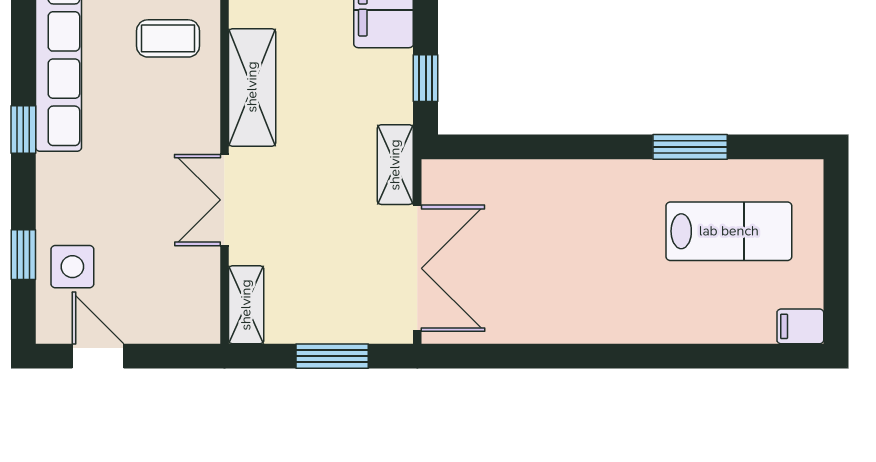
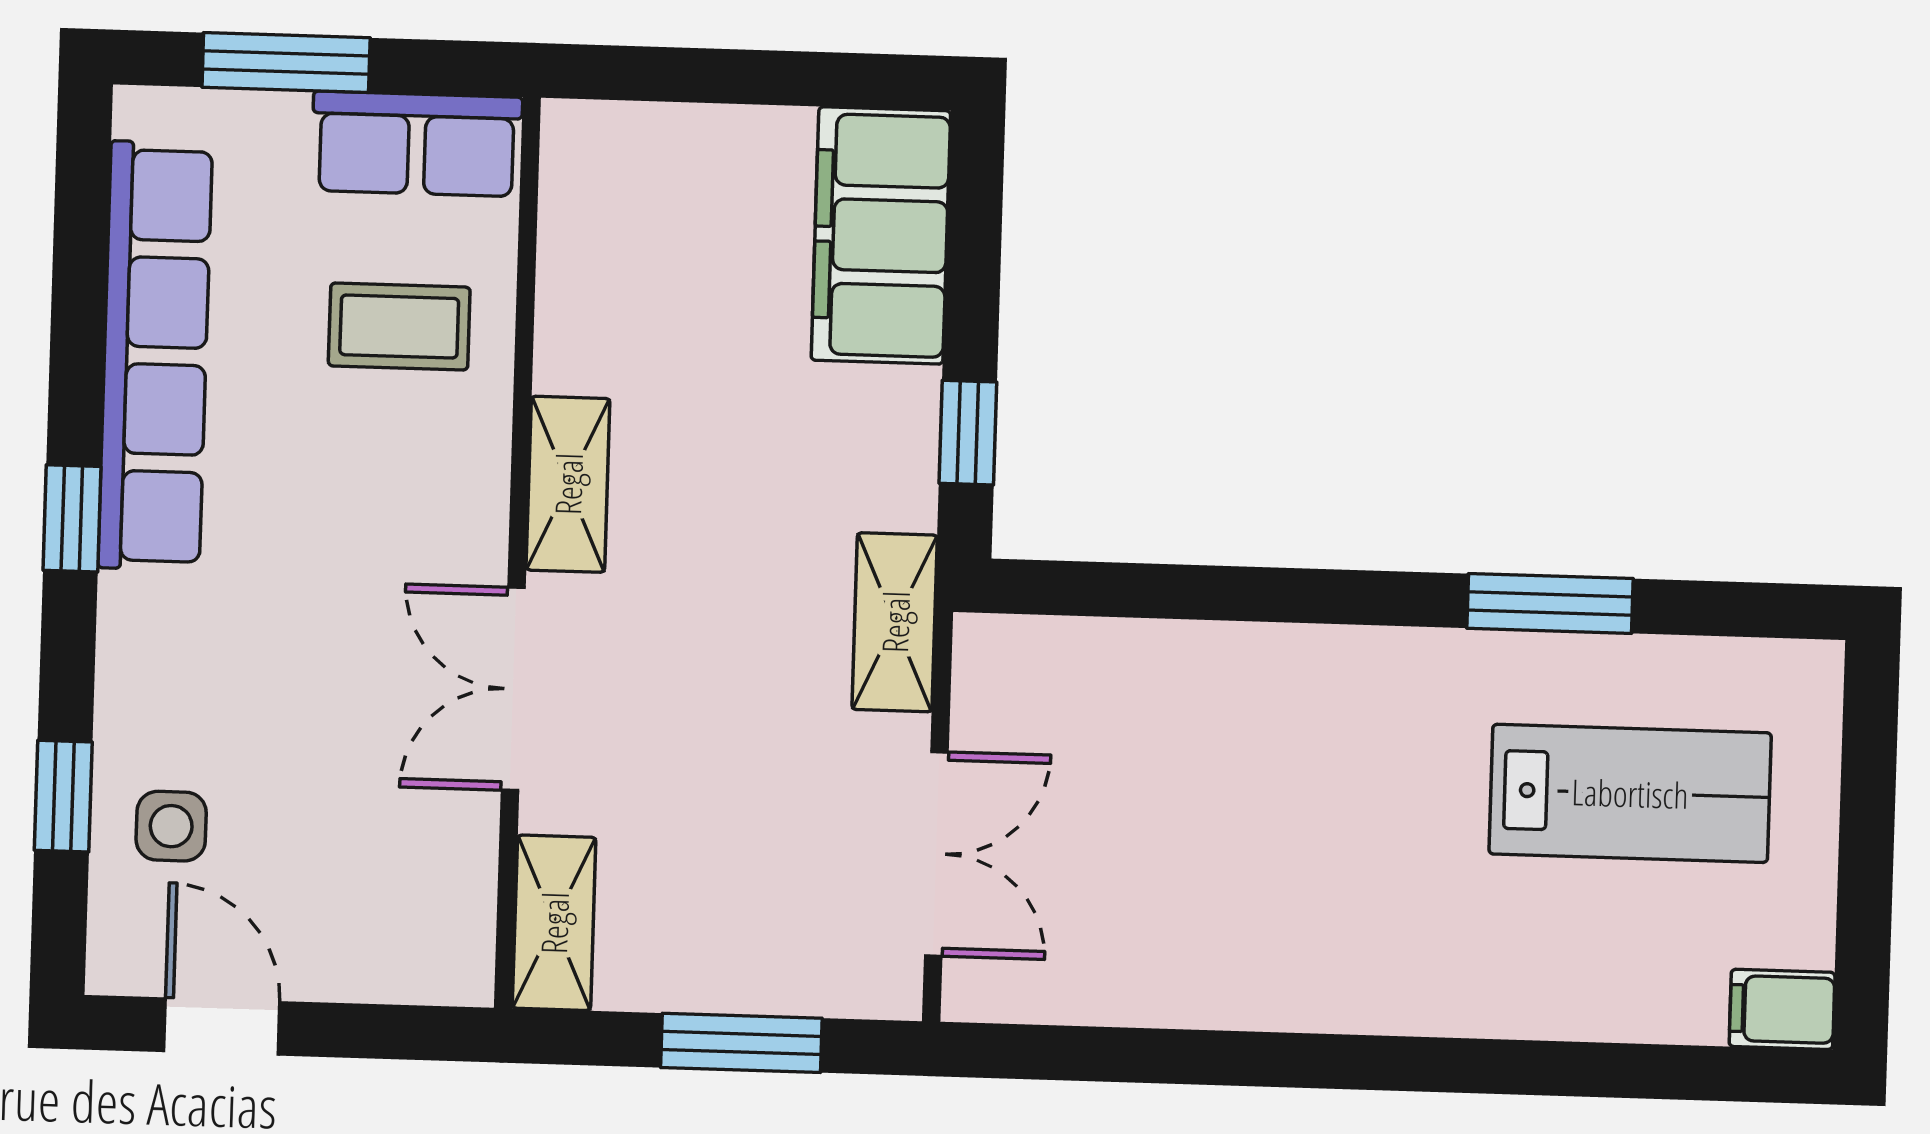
shelving: (252, 87) -> (568, 484), width x0.67, depth x0.75
side table: (72, 267) -> (171, 826), width x0.73, depth x0.73
double door: (417, 268) -> (936, 854), width x0.73

